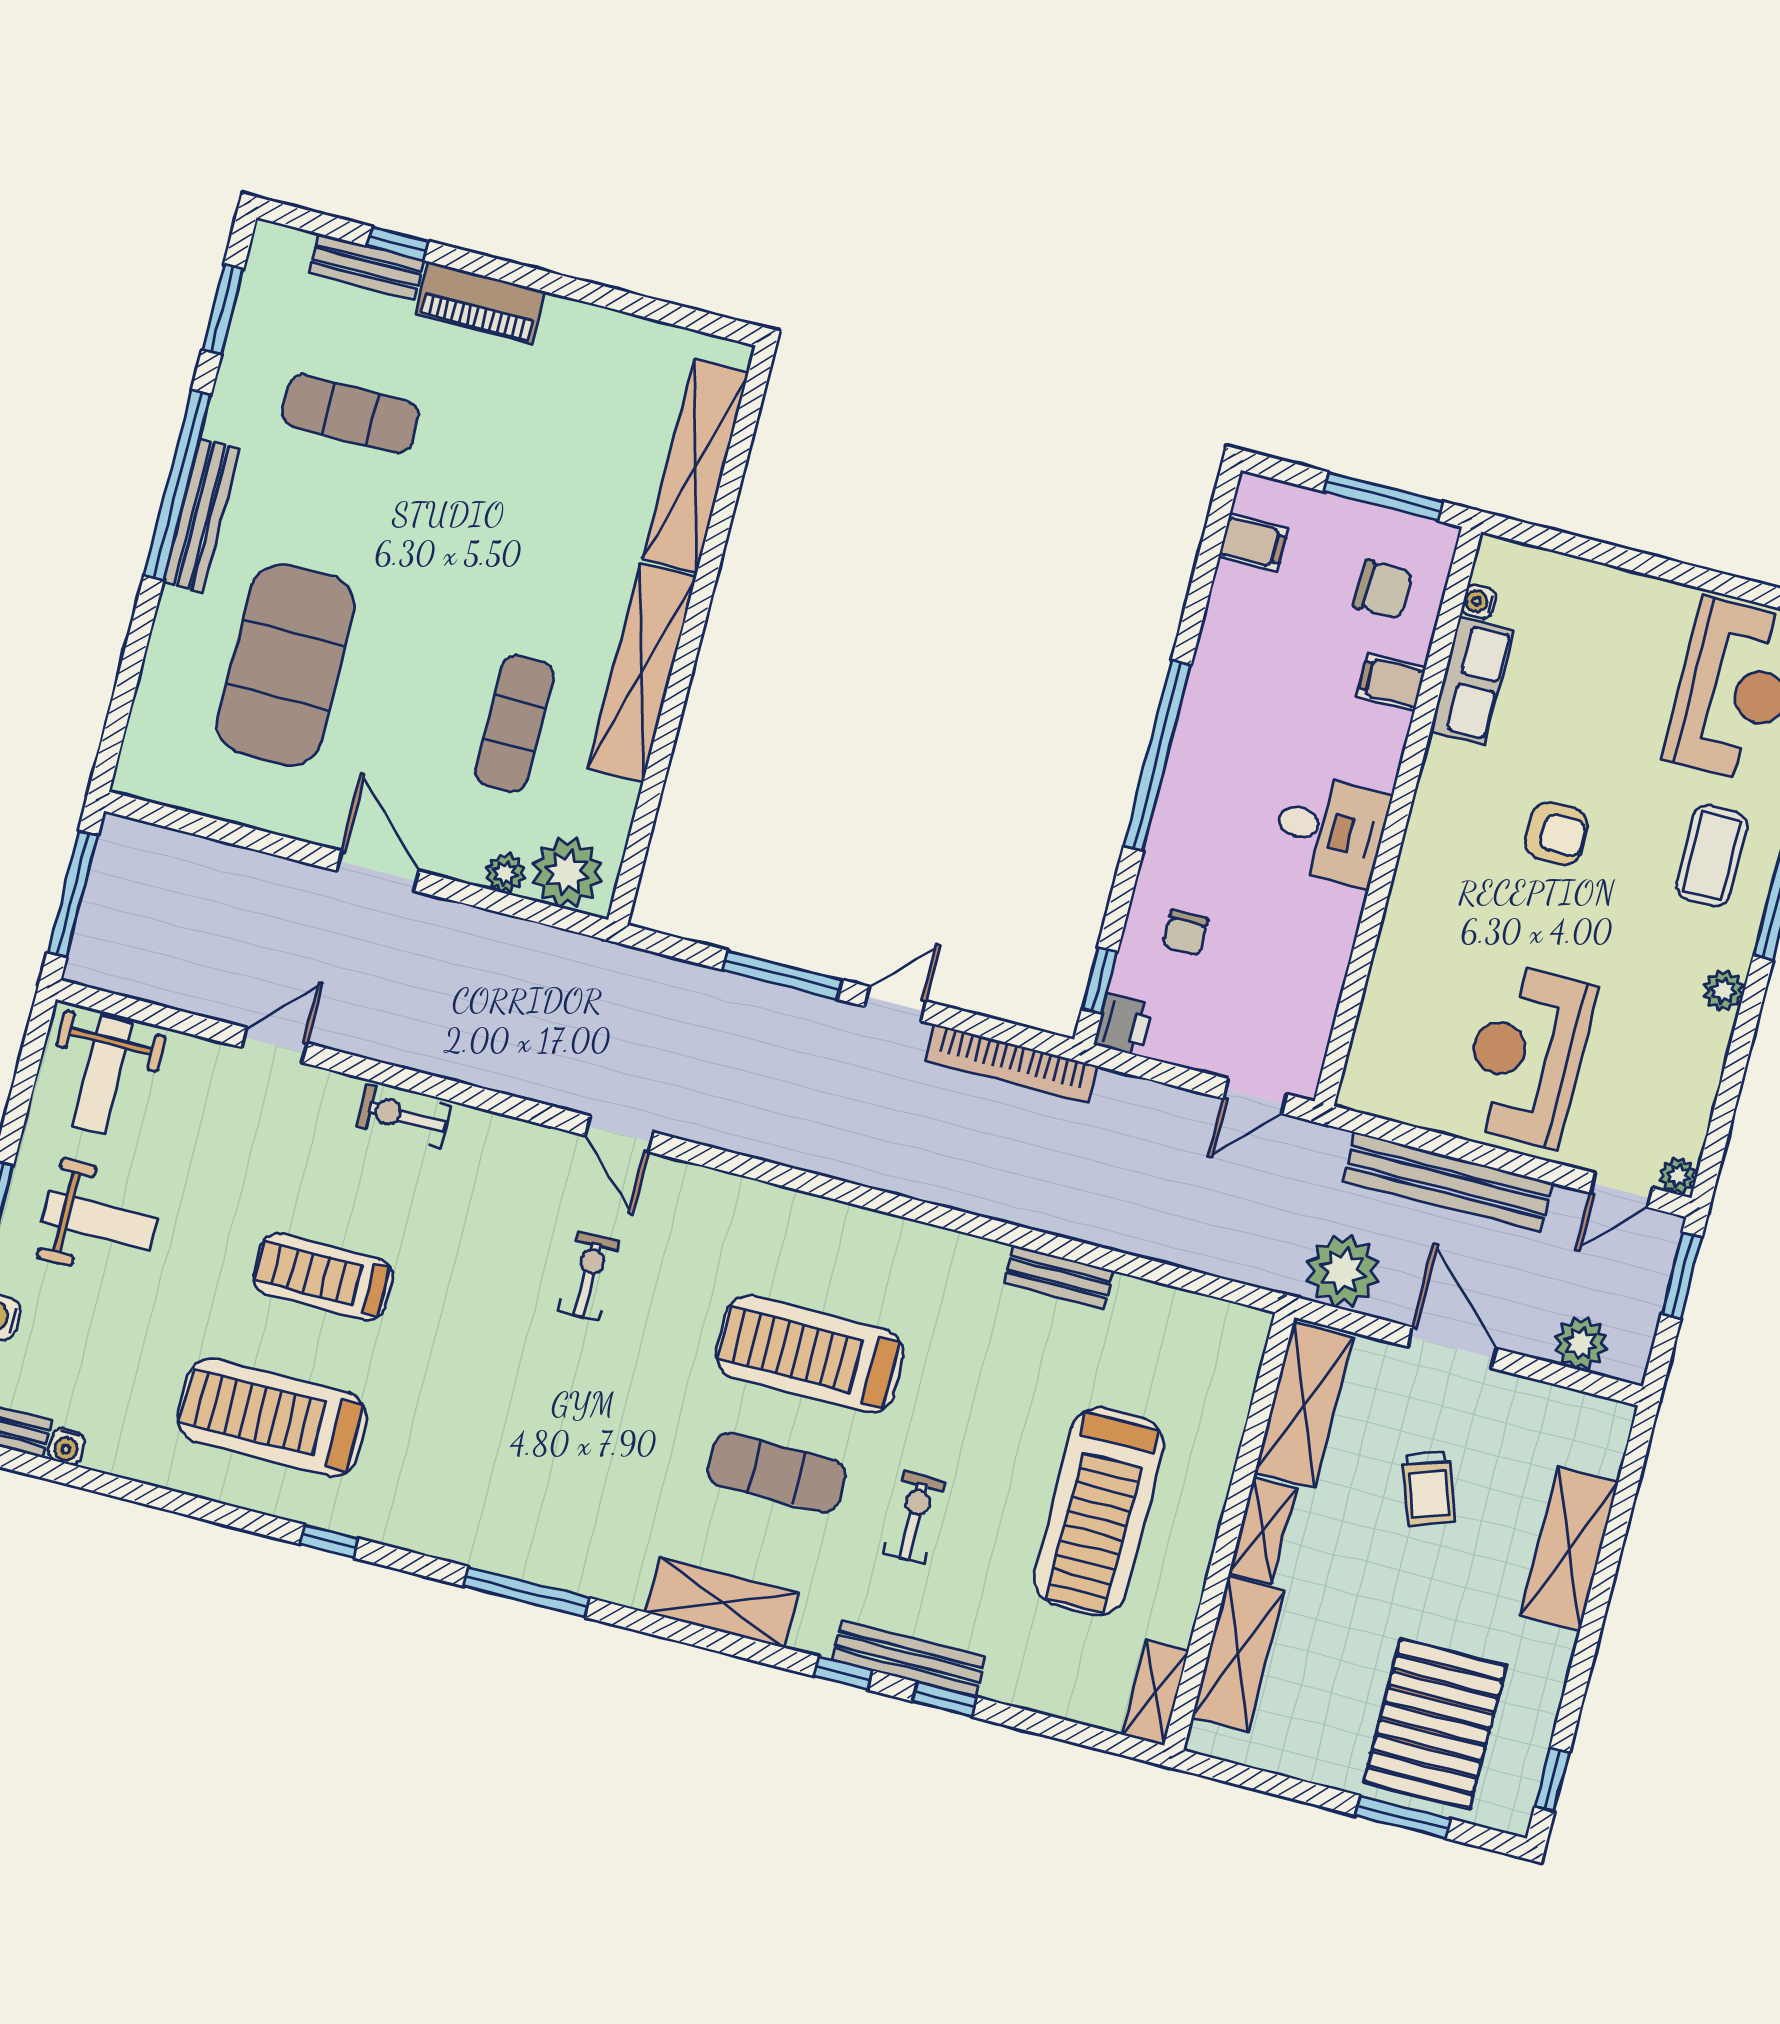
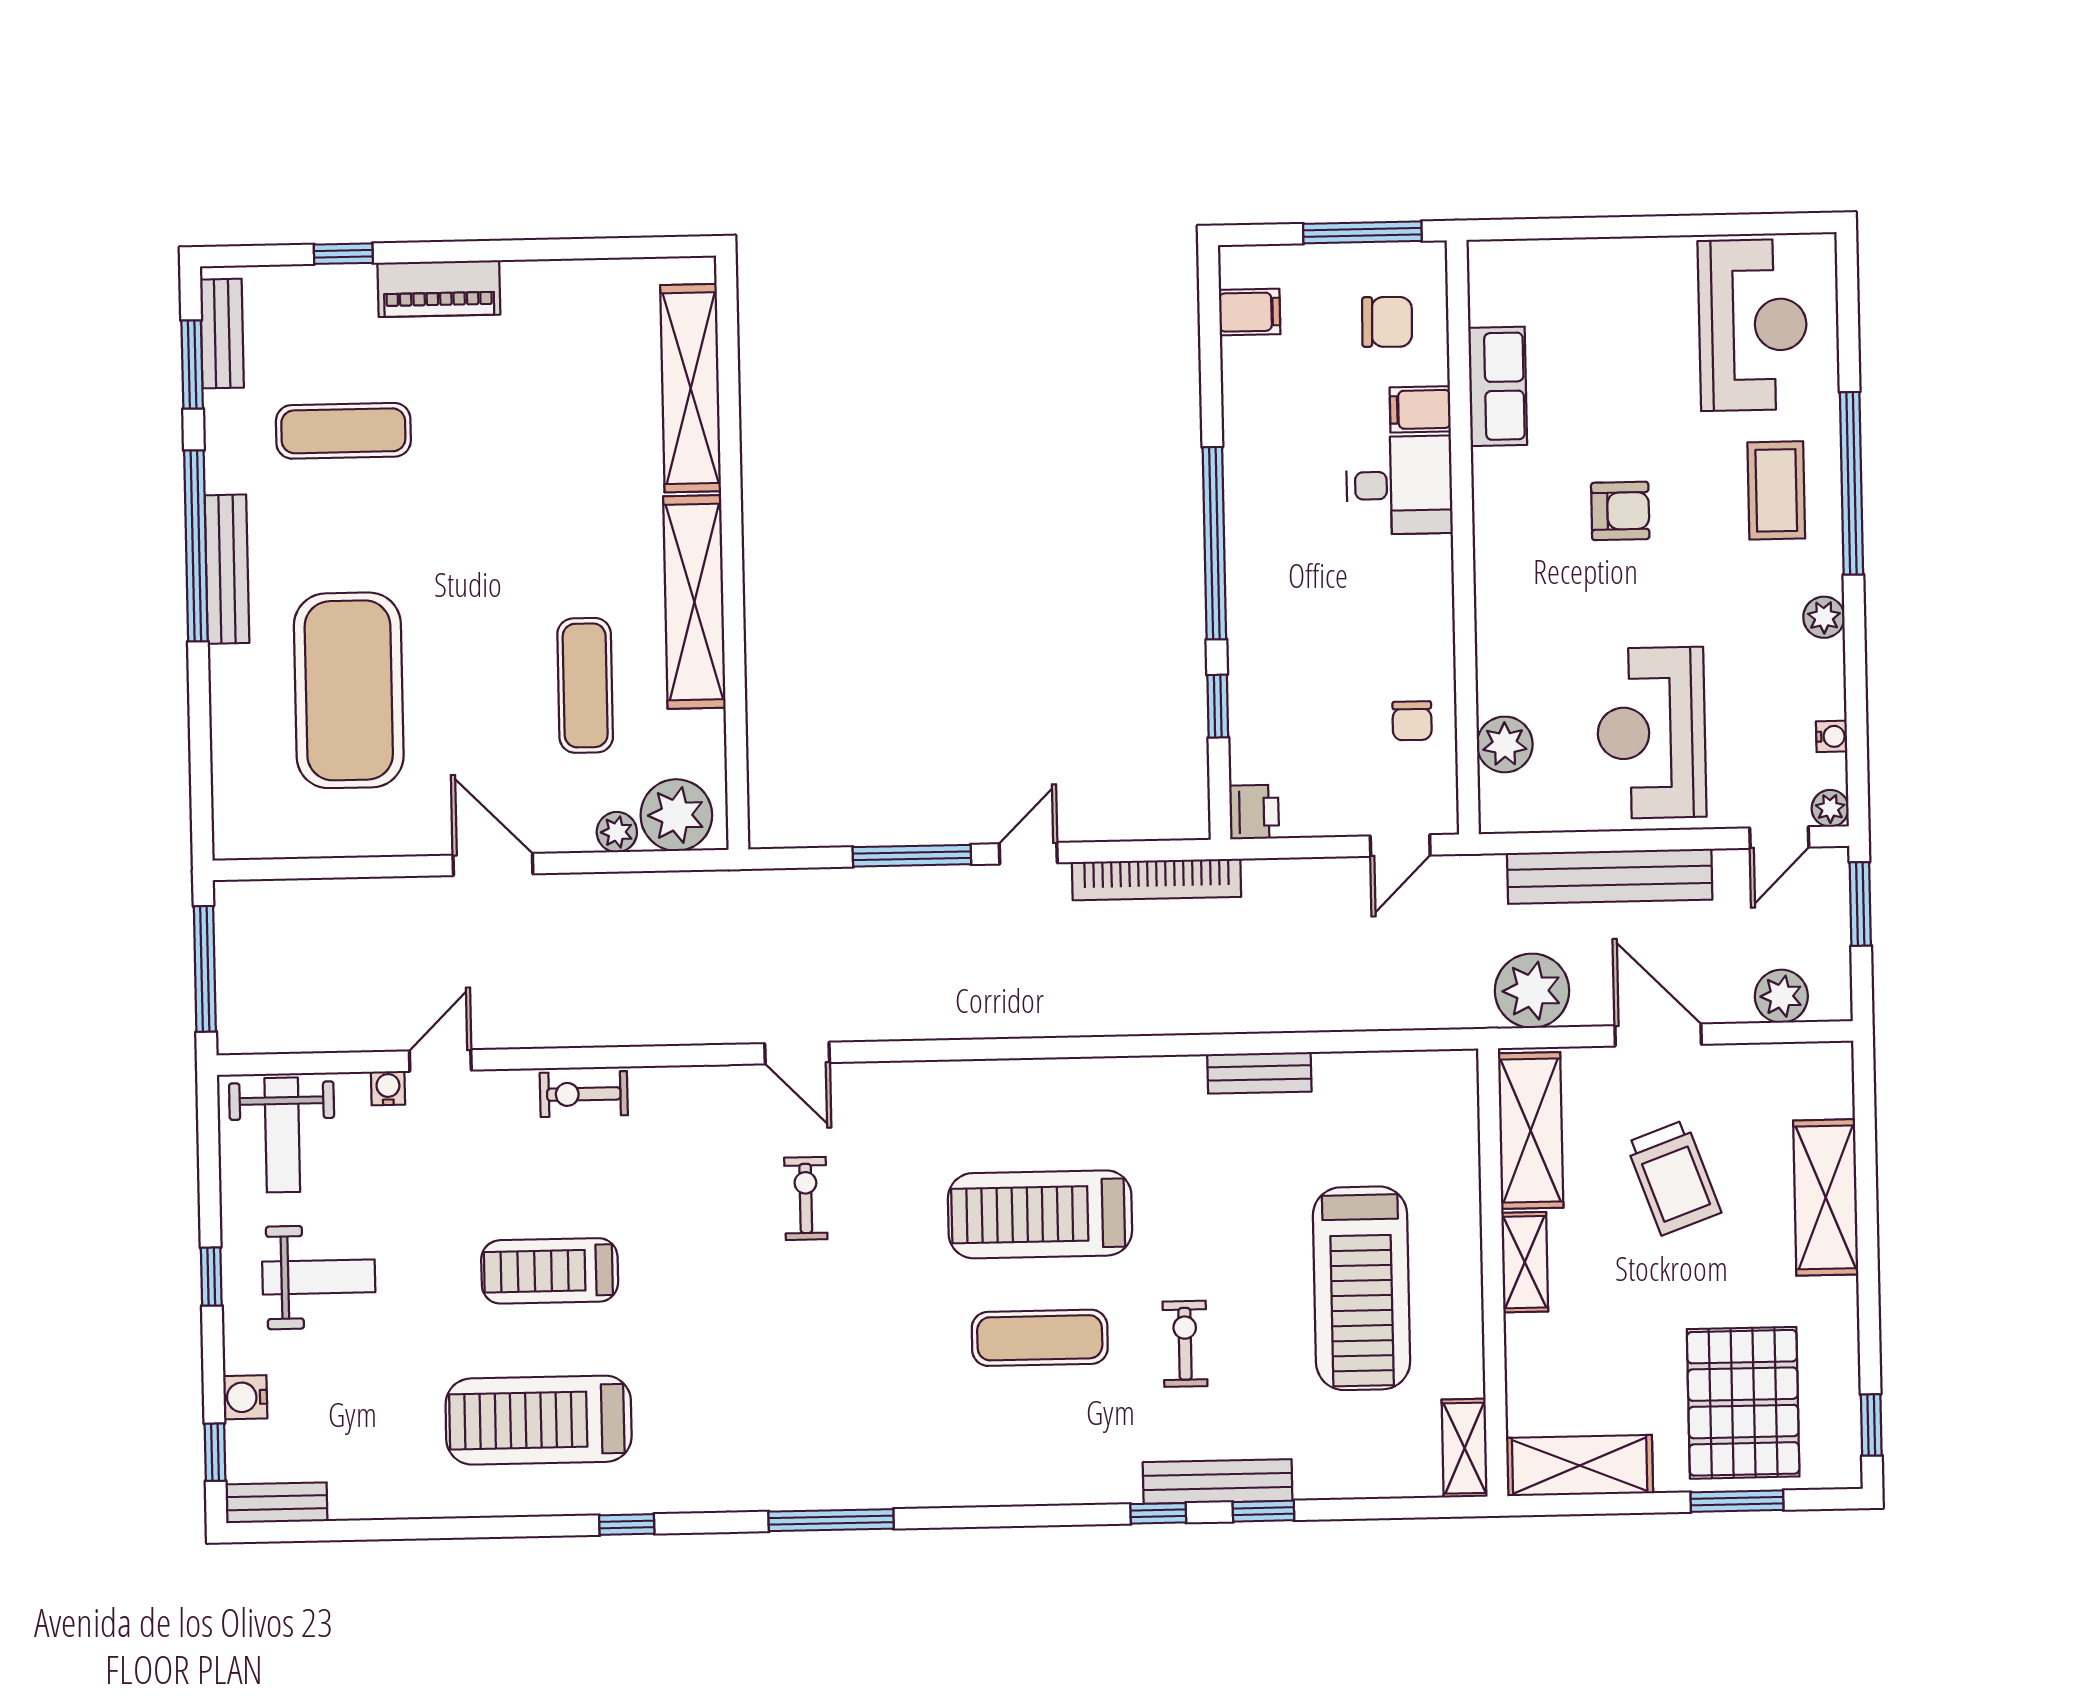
bench: (367, 267) -> (222, 334), moved, turned 90
water cooler: (1479, 602) -> (1832, 736), moved, turned 180
desk: (1330, 830) -> (1399, 485), moved
chair: (1185, 933) -> (1412, 721), moved
window: (1100, 981) -> (1218, 706), moved
plant: (1383, 1027) -> (1505, 744), added
water cooler: (66, 1446) -> (388, 1088), moved, turned 180
trolley: (1428, 1489) -> (1673, 1178), width x1.36, depth x1.39
shelving: (722, 1603) -> (1023, 1478), removed
shelving: (1238, 1654) -> (1580, 1466), moved, turned 90

